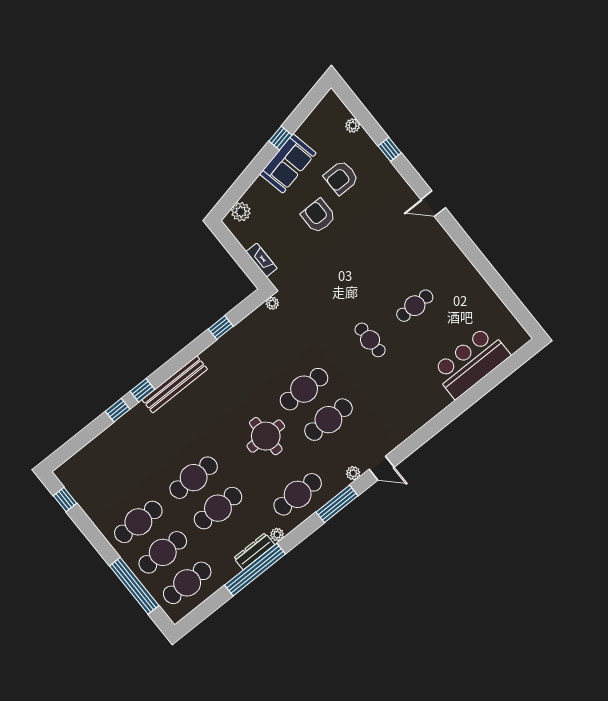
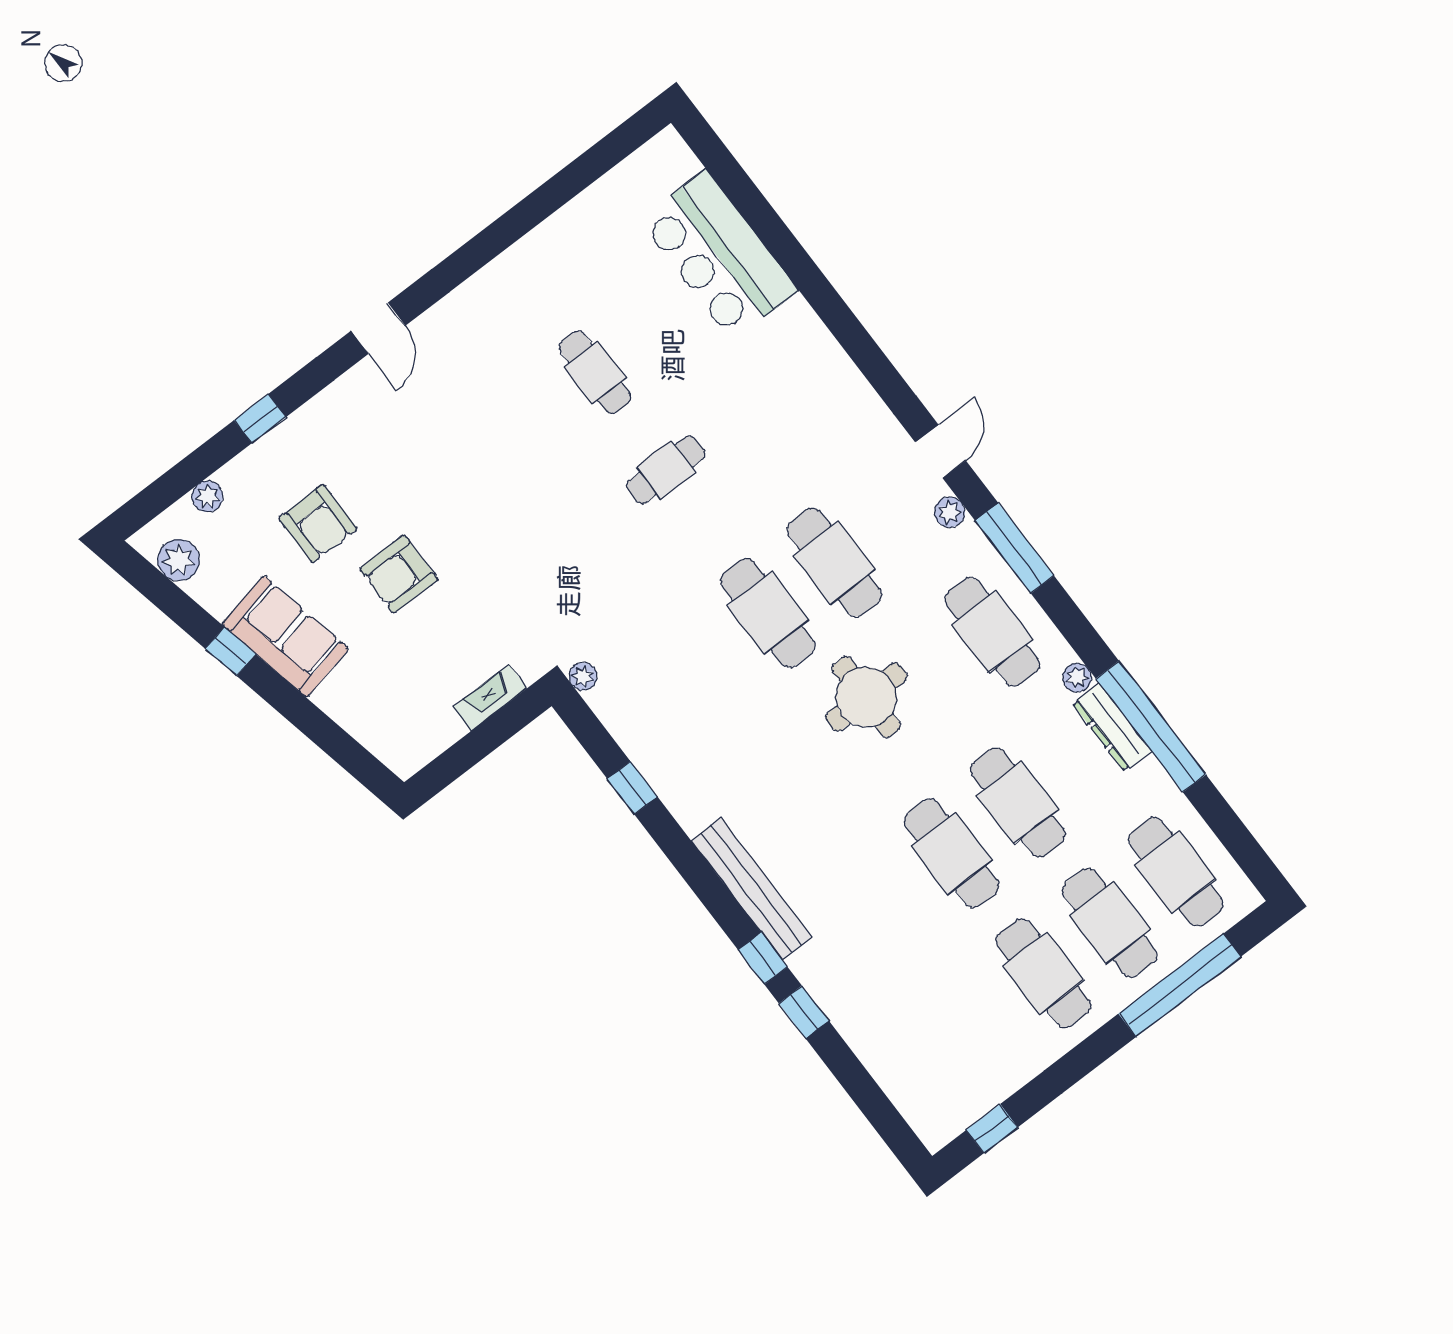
plant: (241, 212) -> (179, 560), moved

